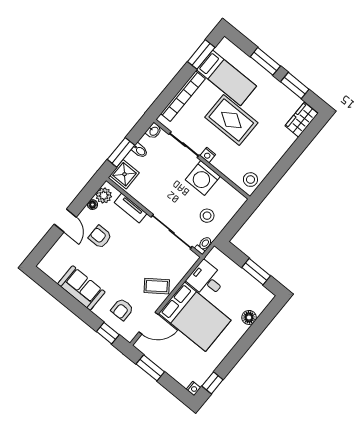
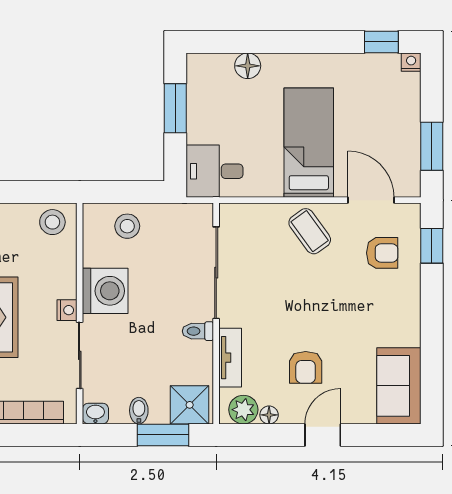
stool: (207, 216) -> (127, 226), moved
toilet: (204, 245) -> (198, 331), moved
desk: (206, 279) -> (215, 171), moved, turned 90
sofa: (81, 288) -> (399, 386), moved
bed: (195, 317) -> (309, 143), width x0.67

